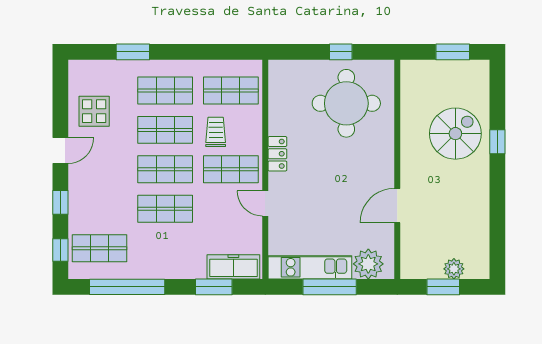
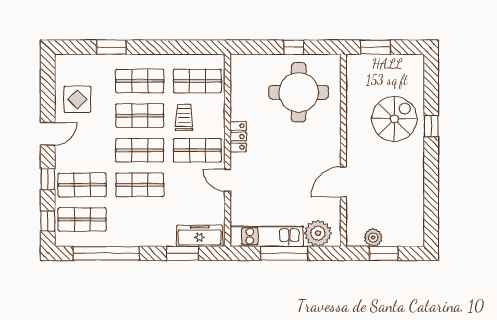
window: (453, 52) -> (375, 47), moved
shop shelf: (100, 209) -> (82, 185), added
plant: (454, 269) -> (373, 237), moved

